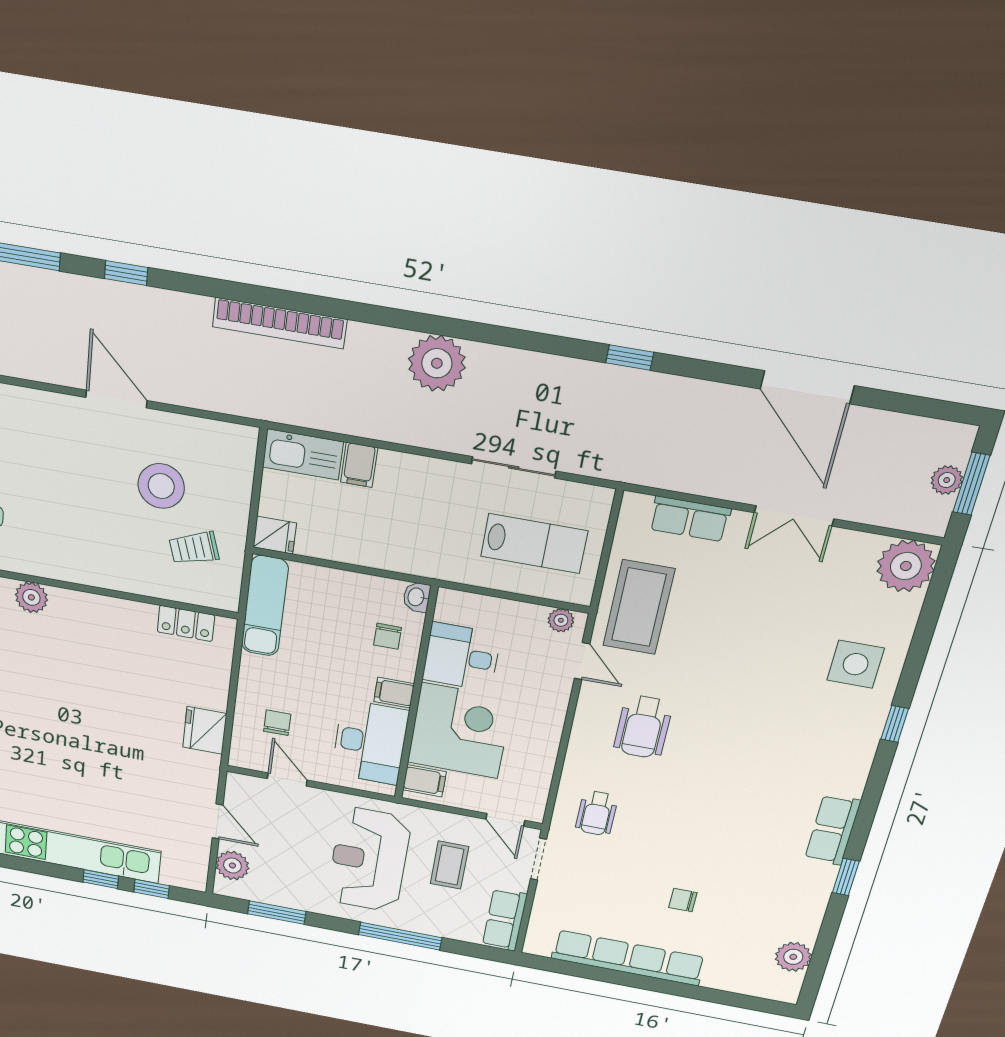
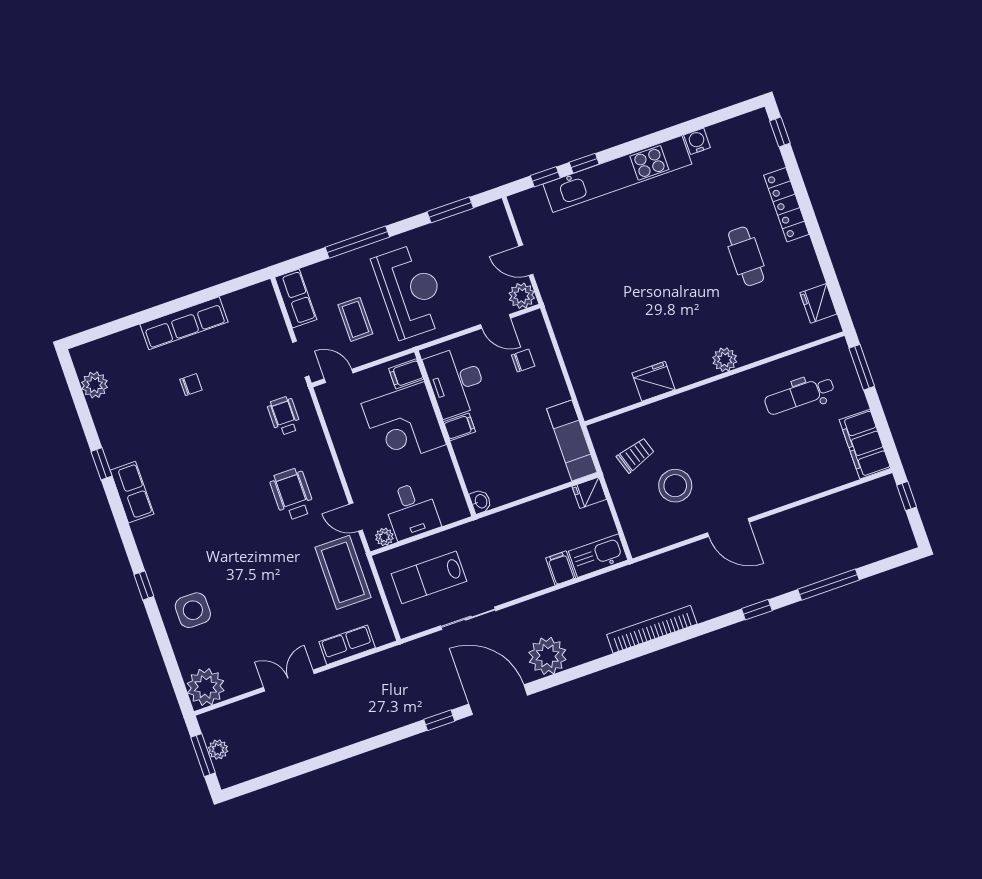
door: (807, 387) -> (498, 700), moved
locker: (186, 623) -> (616, 399), removed
chair: (388, 636) -> (484, 464), removed
desk: (461, 657) -> (411, 510), moved, turned 90
chair: (277, 723) -> (523, 361), turned -90
fridge: (205, 730) -> (654, 381), moved, turned -90
plant: (232, 865) -> (522, 296), moved
row of seats: (628, 958) -> (184, 323), width x0.73

